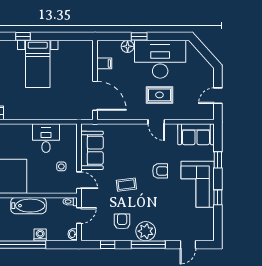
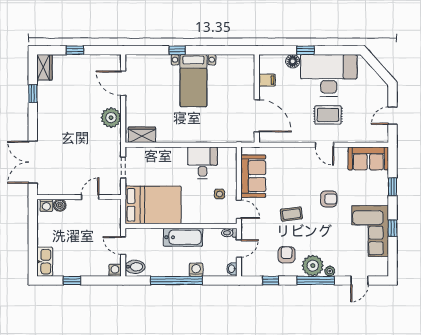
corner sofa: (198, 184) -> (370, 231), moved
plant: (161, 236) -> (330, 271), added

